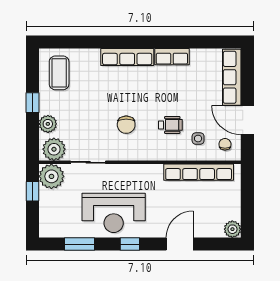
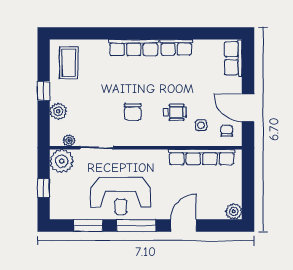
row of seats: (232, 77) -> (233, 58), width x0.68
plant: (54, 149) -> (69, 140), width x0.53, depth x0.53
window: (33, 191) -> (44, 188), moved
window: (130, 244) -> (136, 226), width x2.17

